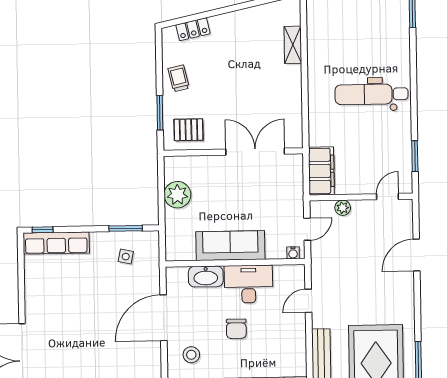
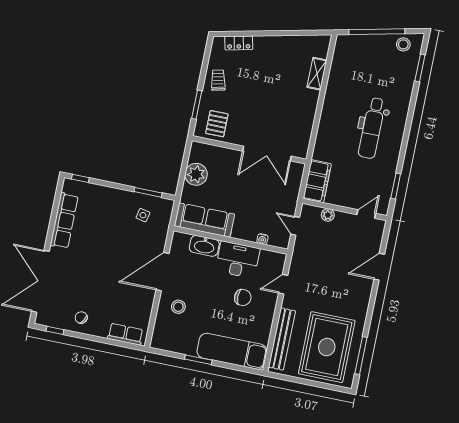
dental chair: (372, 94) -> (372, 128), turned -90
pallet: (188, 130) -> (217, 124), turned 90
double door: (255, 152) -> (267, 154), swing flipped
door: (307, 229) -> (295, 226), swing flipped
row of seats: (56, 243) -> (64, 221), moved, turned -90
sofa: (230, 246) -> (204, 220), moved
water cooler: (293, 253) -> (262, 239), moved
chair: (236, 329) -> (243, 297), moved, turned -90

